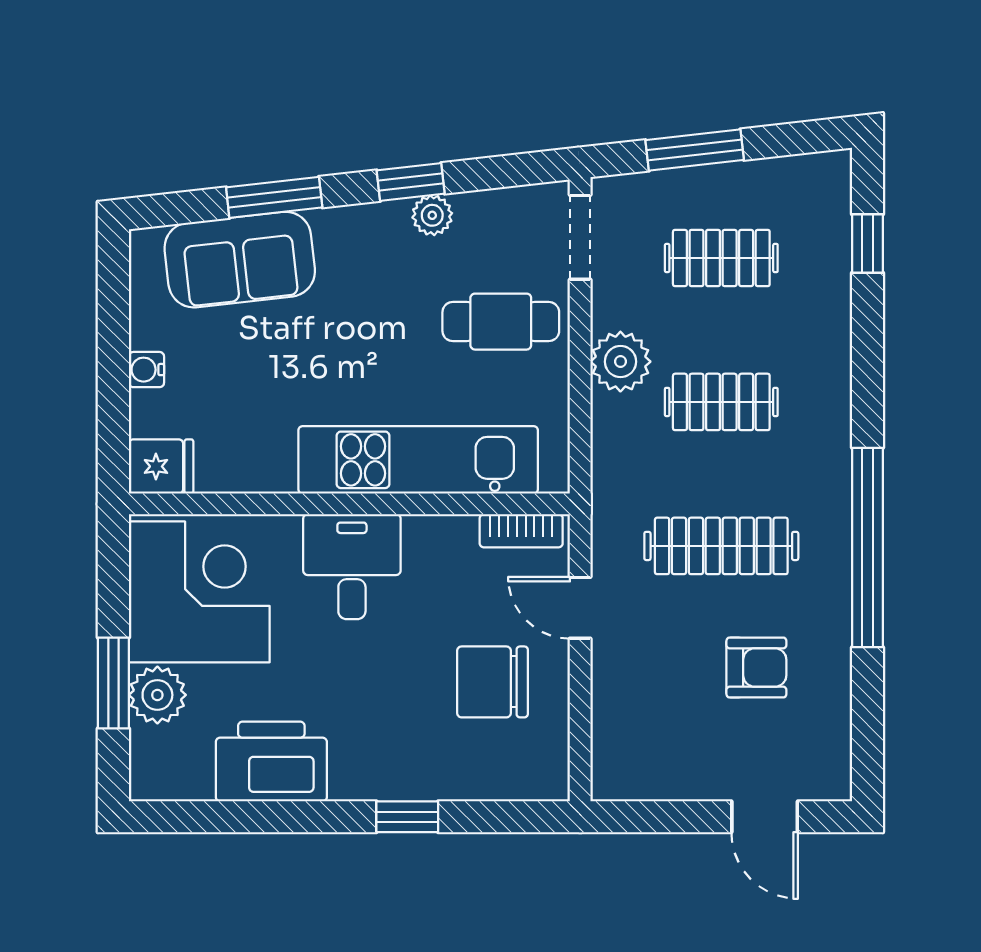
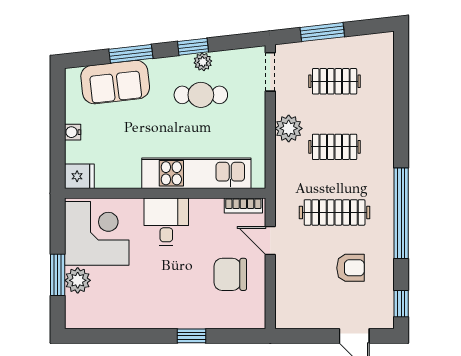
window: (868, 244) -> (401, 304), moved
cafe table: (501, 322) -> (201, 95), moved
printer: (271, 762) -> (130, 311), removed

